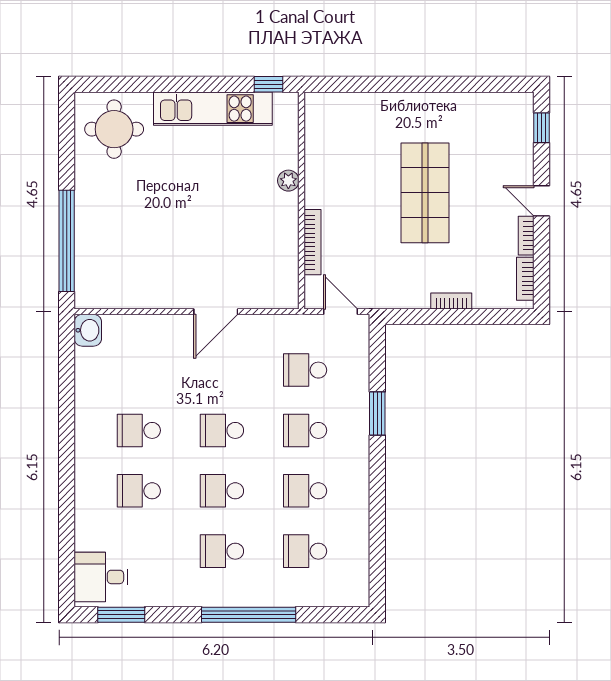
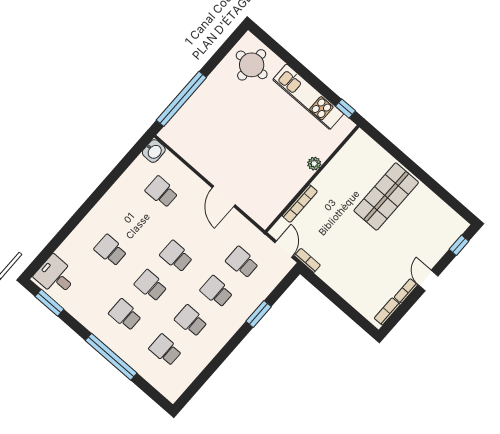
shop shelf: (425, 193) -> (386, 196), moved
bookcase: (451, 301) -> (307, 260), moved
door: (216, 312) -> (224, 196), hinge flipped
school desk: (139, 430) -> (162, 192), moved

